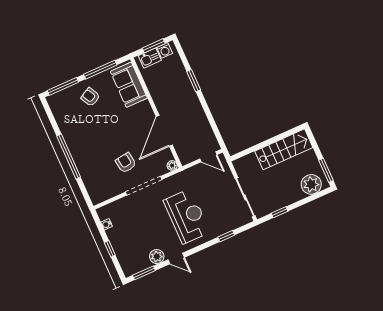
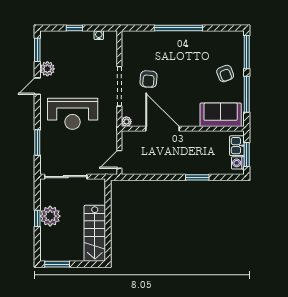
armchair: (90, 97) -> (225, 74), turned 97
armchair: (126, 163) -> (149, 79), turned 102
plant: (311, 184) -> (50, 216), moved
window: (279, 212) -> (37, 218), moved
window: (226, 236) -> (37, 143), width x1.50

